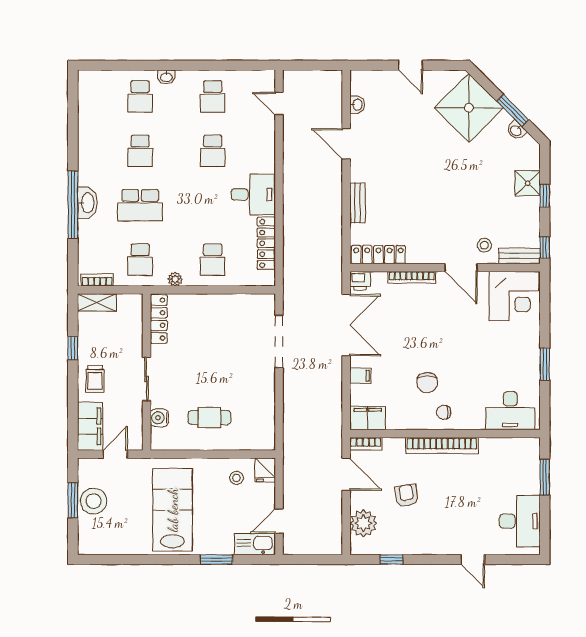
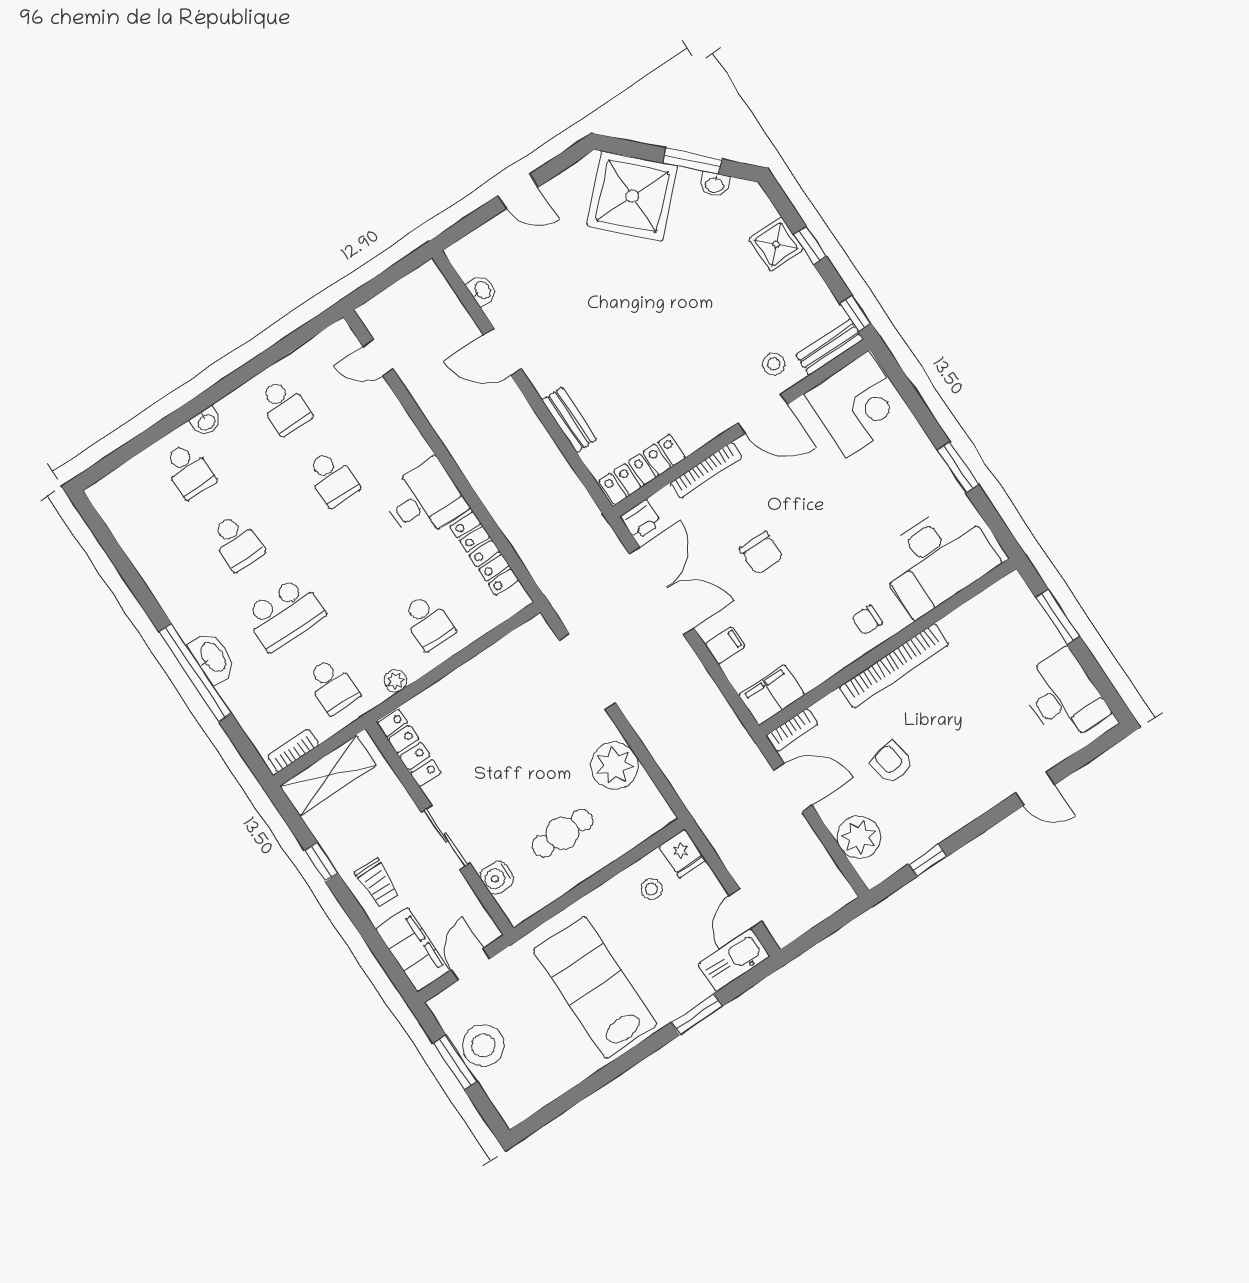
shelving: (97, 302) -> (328, 776), width x1.50, depth x1.33
chair: (427, 383) -> (762, 553), moved
plant: (260, 400) -> (615, 766), added
desk: (510, 411) -> (937, 560), width x1.36, depth x1.30

